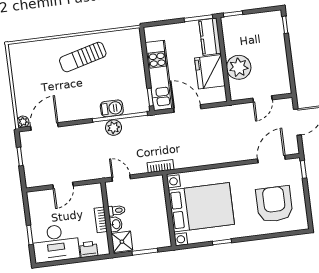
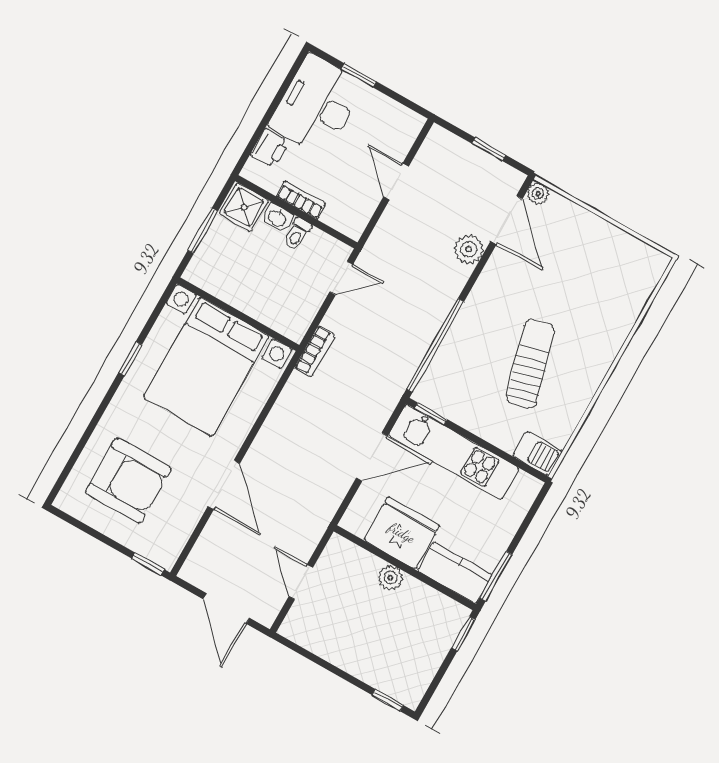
sun lounger: (83, 57) -> (530, 364), moved
plant: (239, 67) -> (390, 578), width x0.53, depth x0.53
barbecue: (112, 108) -> (538, 454), moved, turned -90
plant: (114, 128) -> (469, 249), moved
door: (271, 159) -> (224, 485), moved

